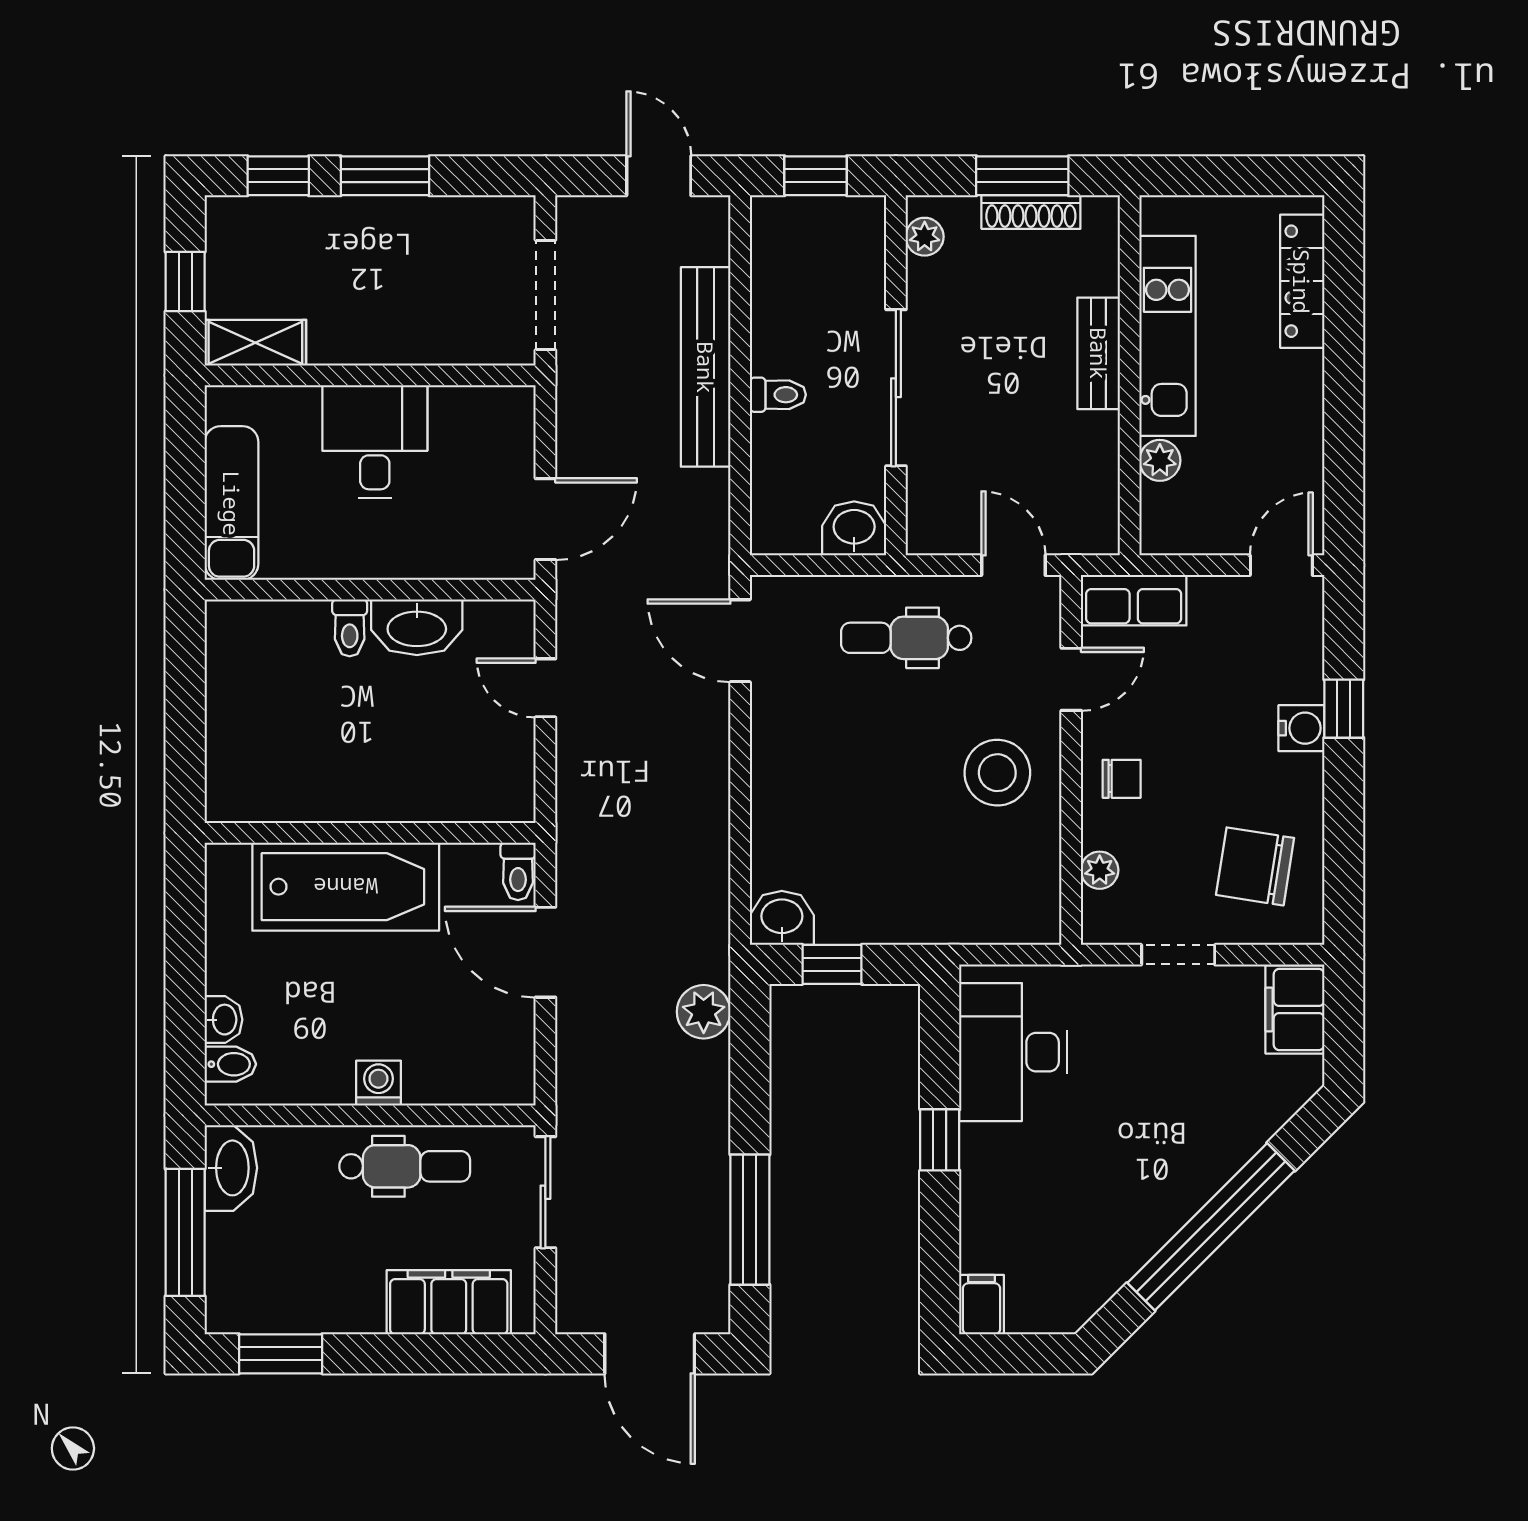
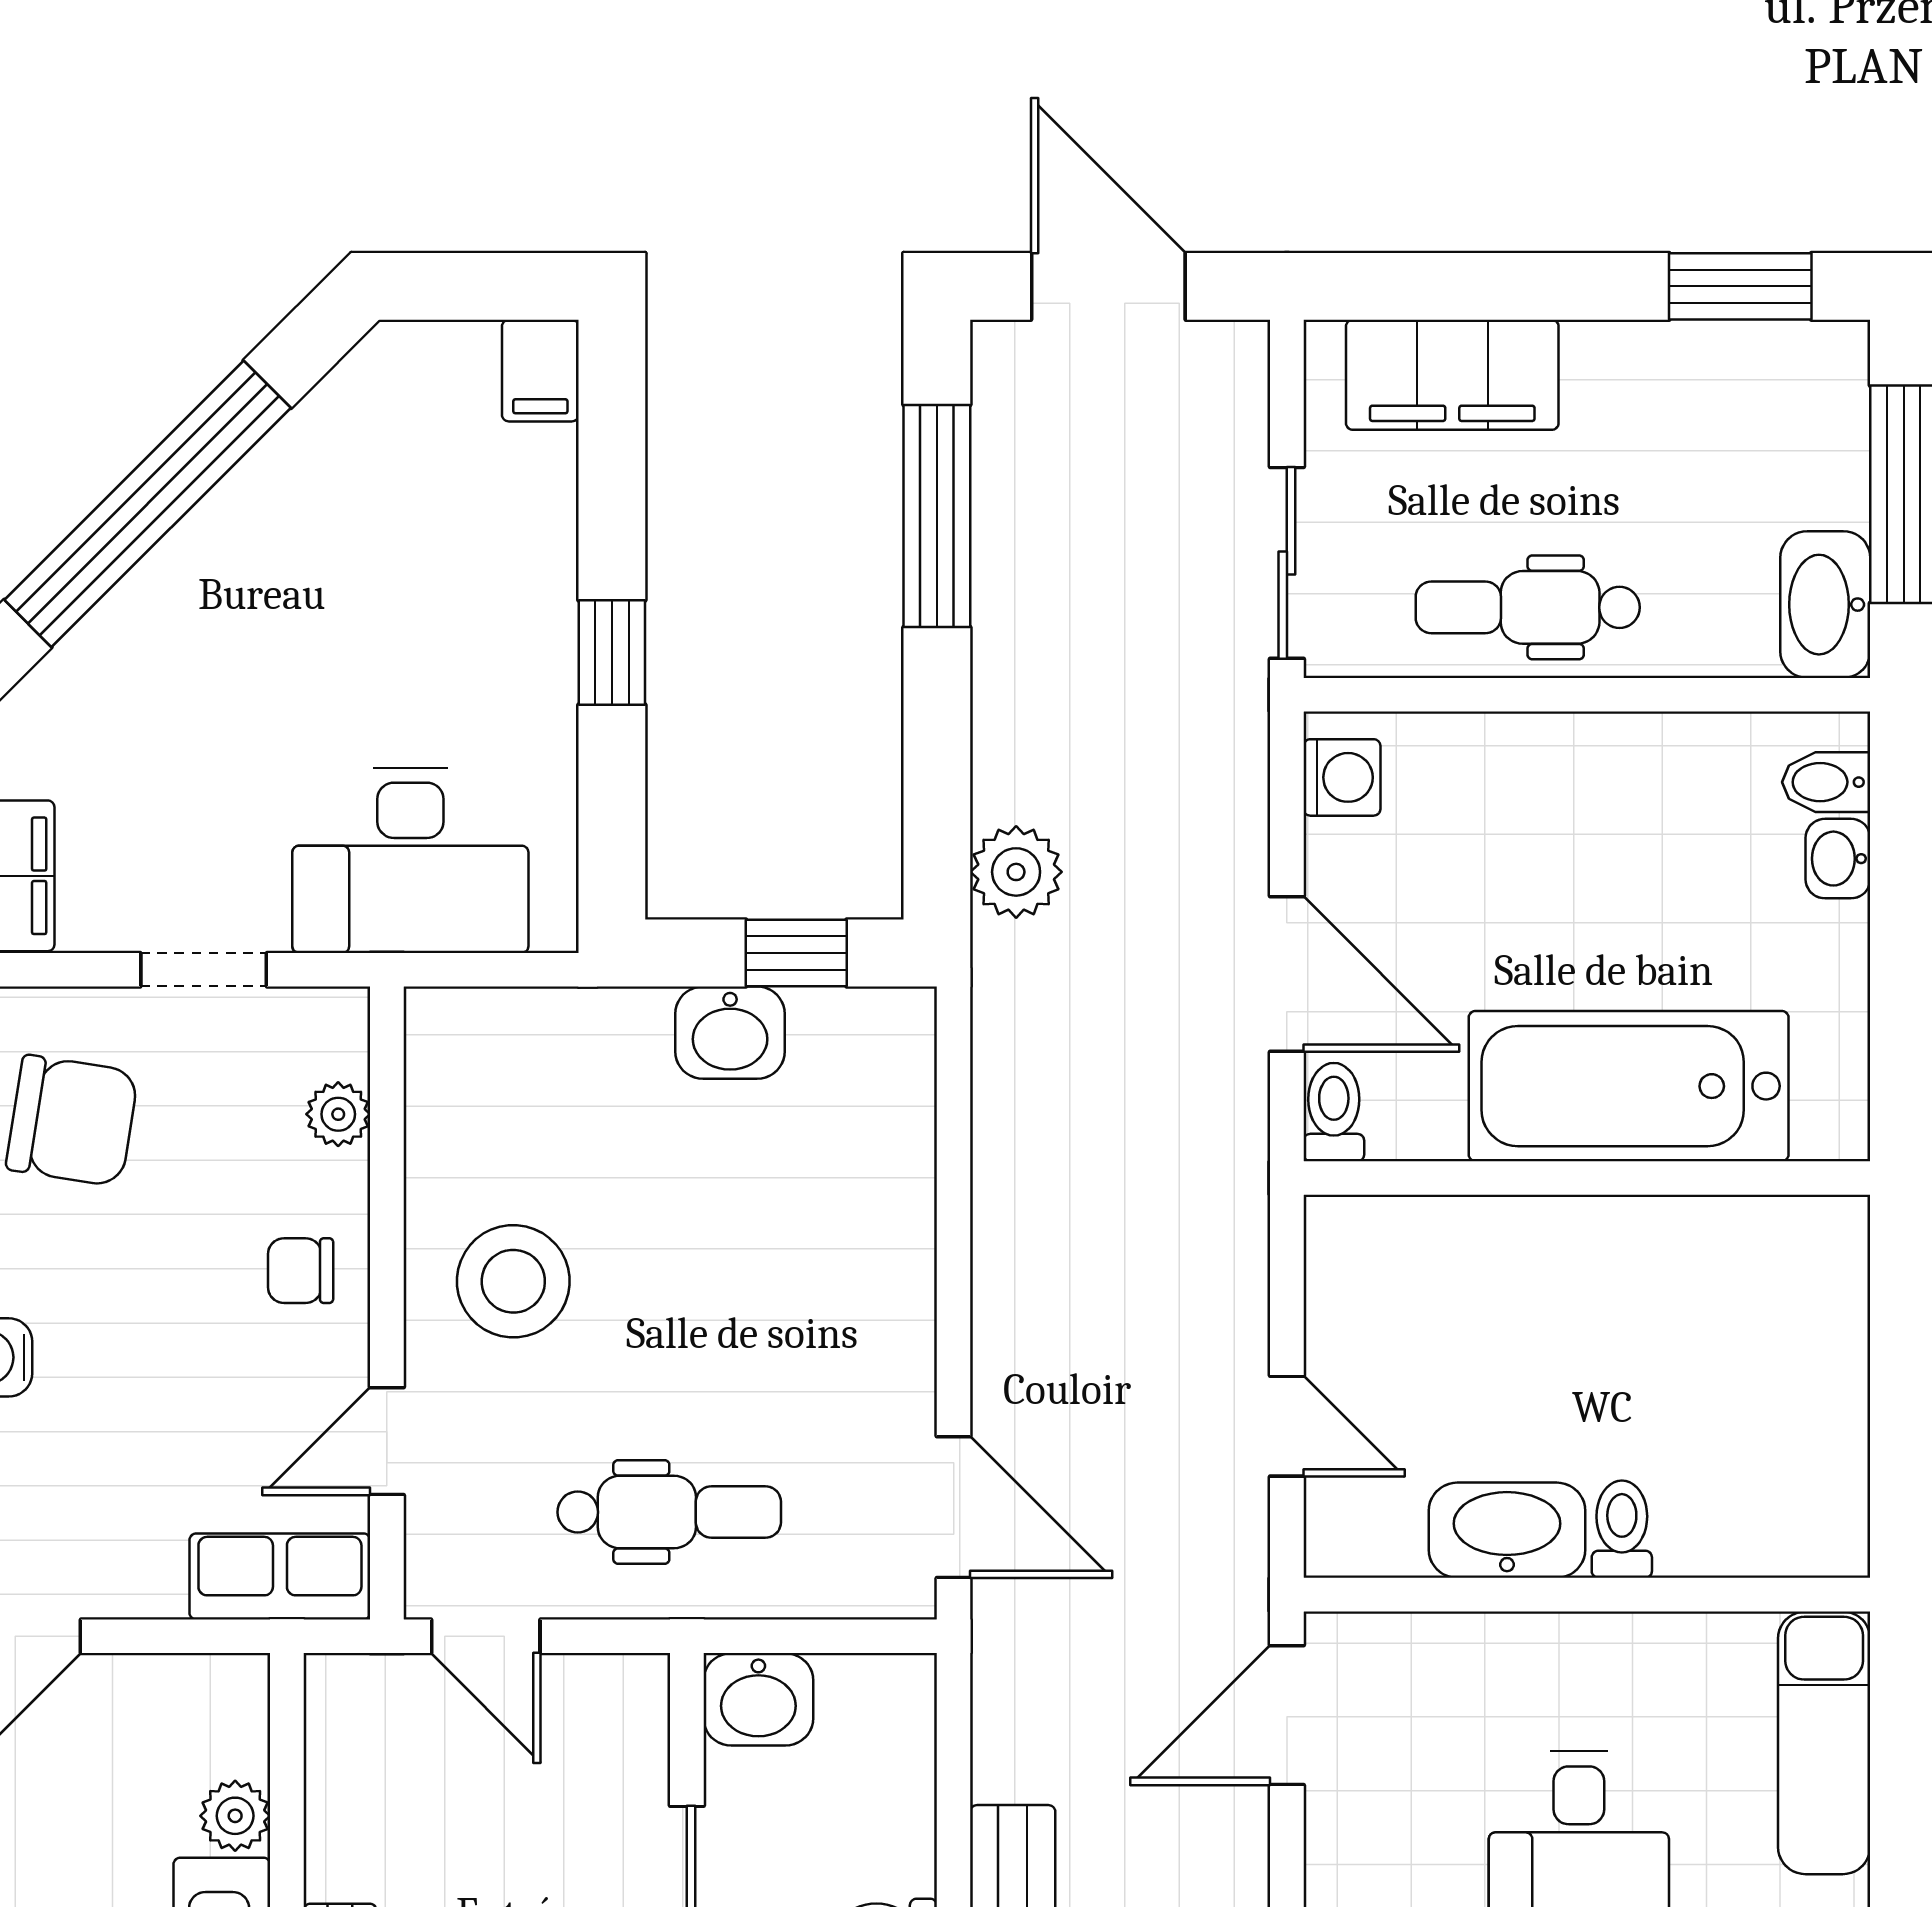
washbasin: (782, 918) -> (730, 1033), moved
desk: (1013, 1052) -> (410, 860), moved, turned 90
washing machine: (378, 1083) -> (1342, 777), moved, turned -90

